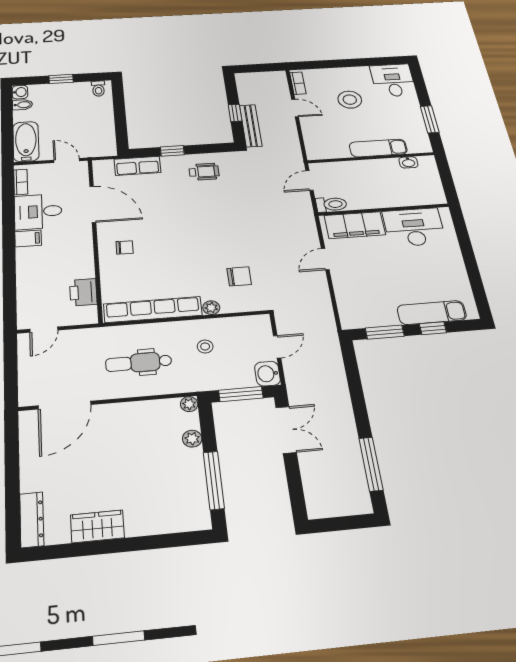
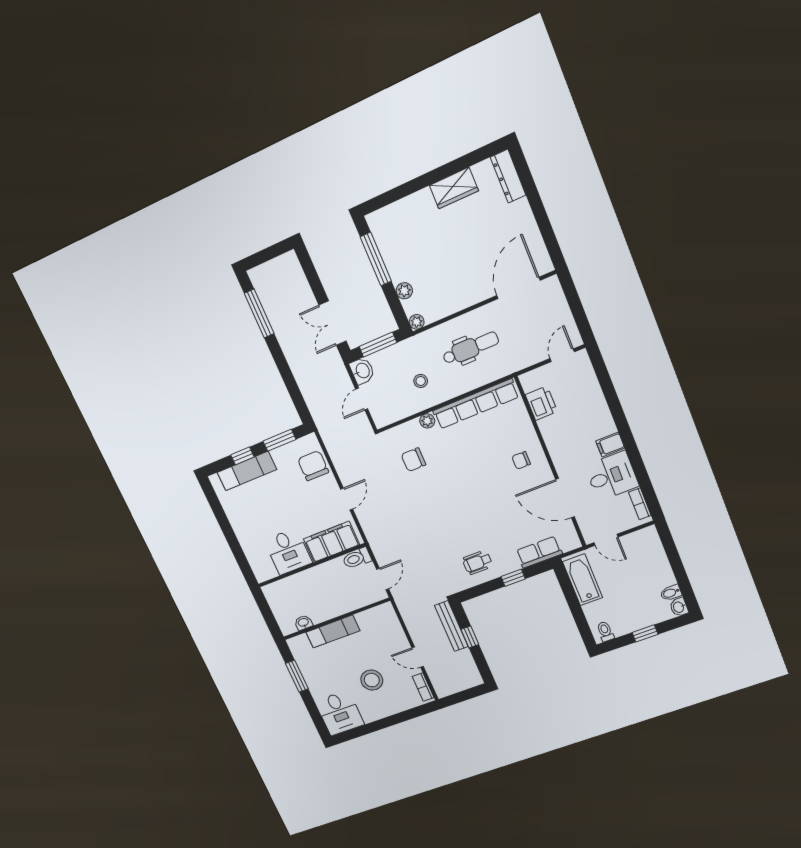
bathtub: (26, 142) -> (583, 580), moved, turned 180
desk: (414, 227) -> (288, 552), width x0.73
chair: (353, 299) -> (313, 466), added

